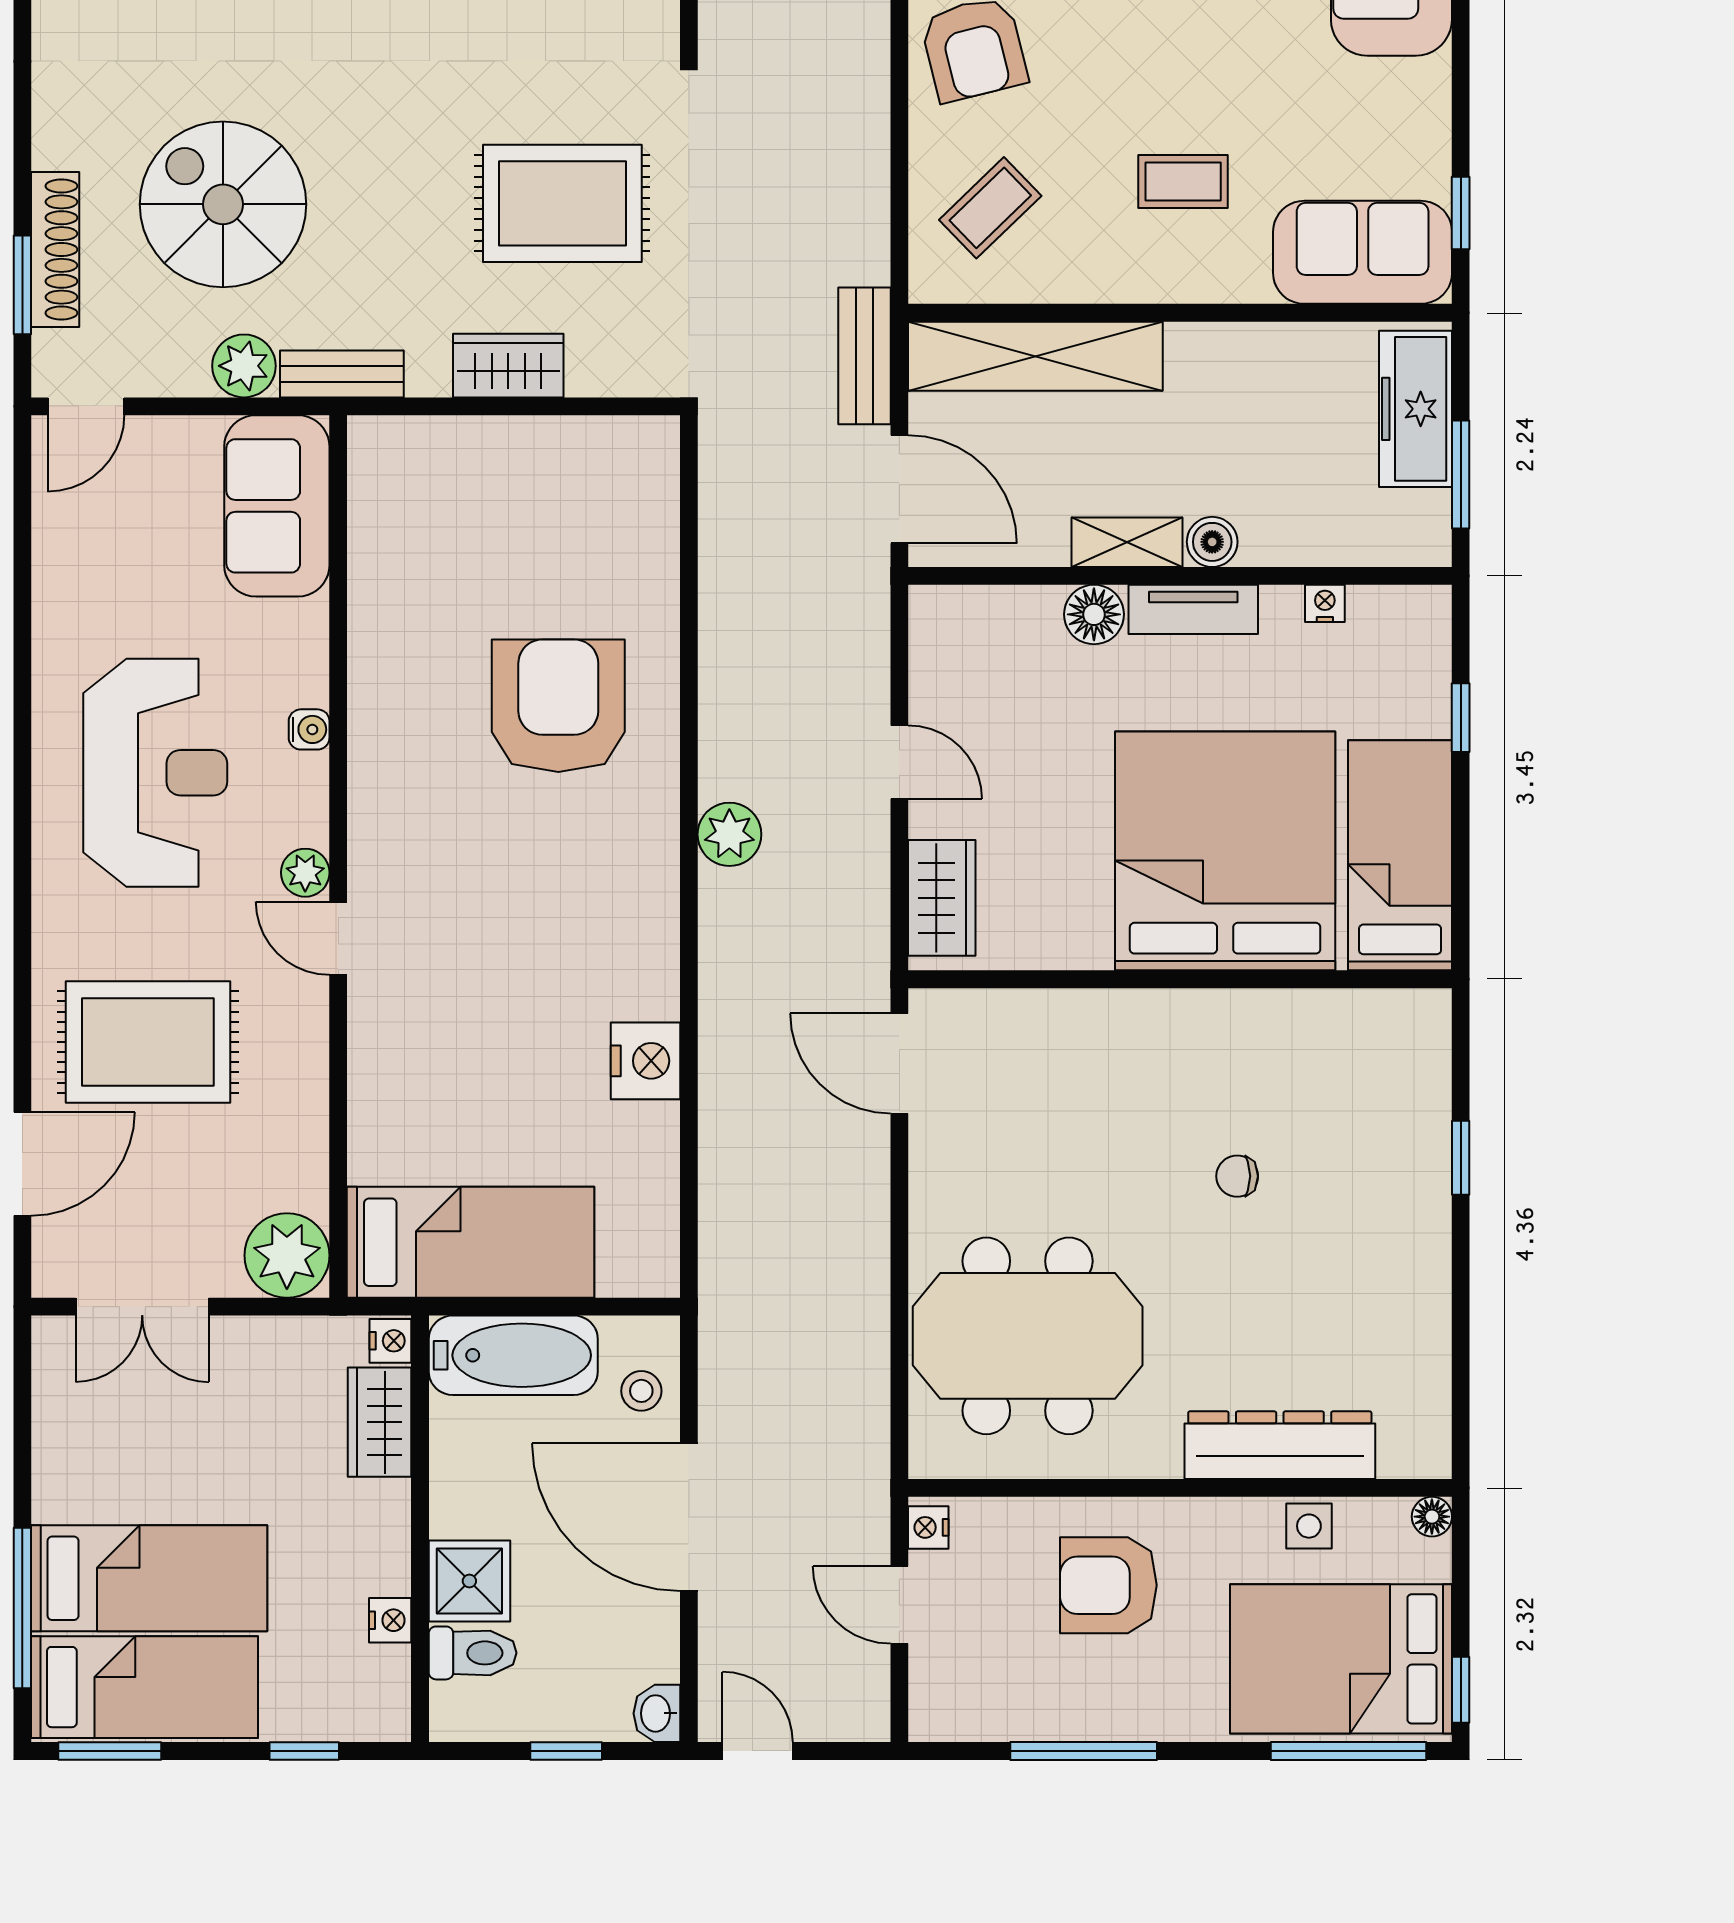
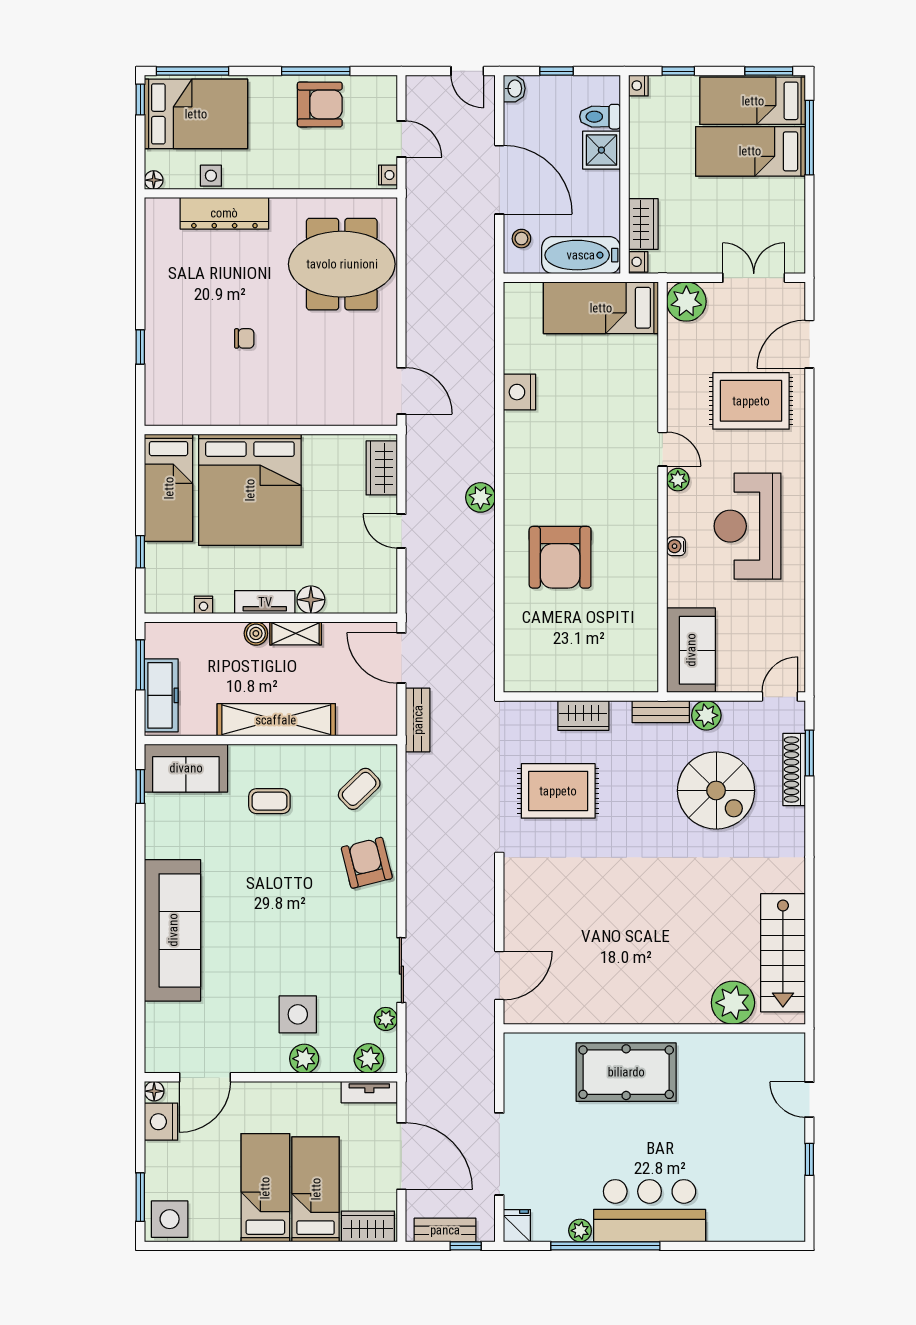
shelving: (1035, 356) -> (276, 720), moved
armchair: (1108, 1585) -> (320, 104), moved
nightstand: (390, 1620) -> (638, 85), moved

